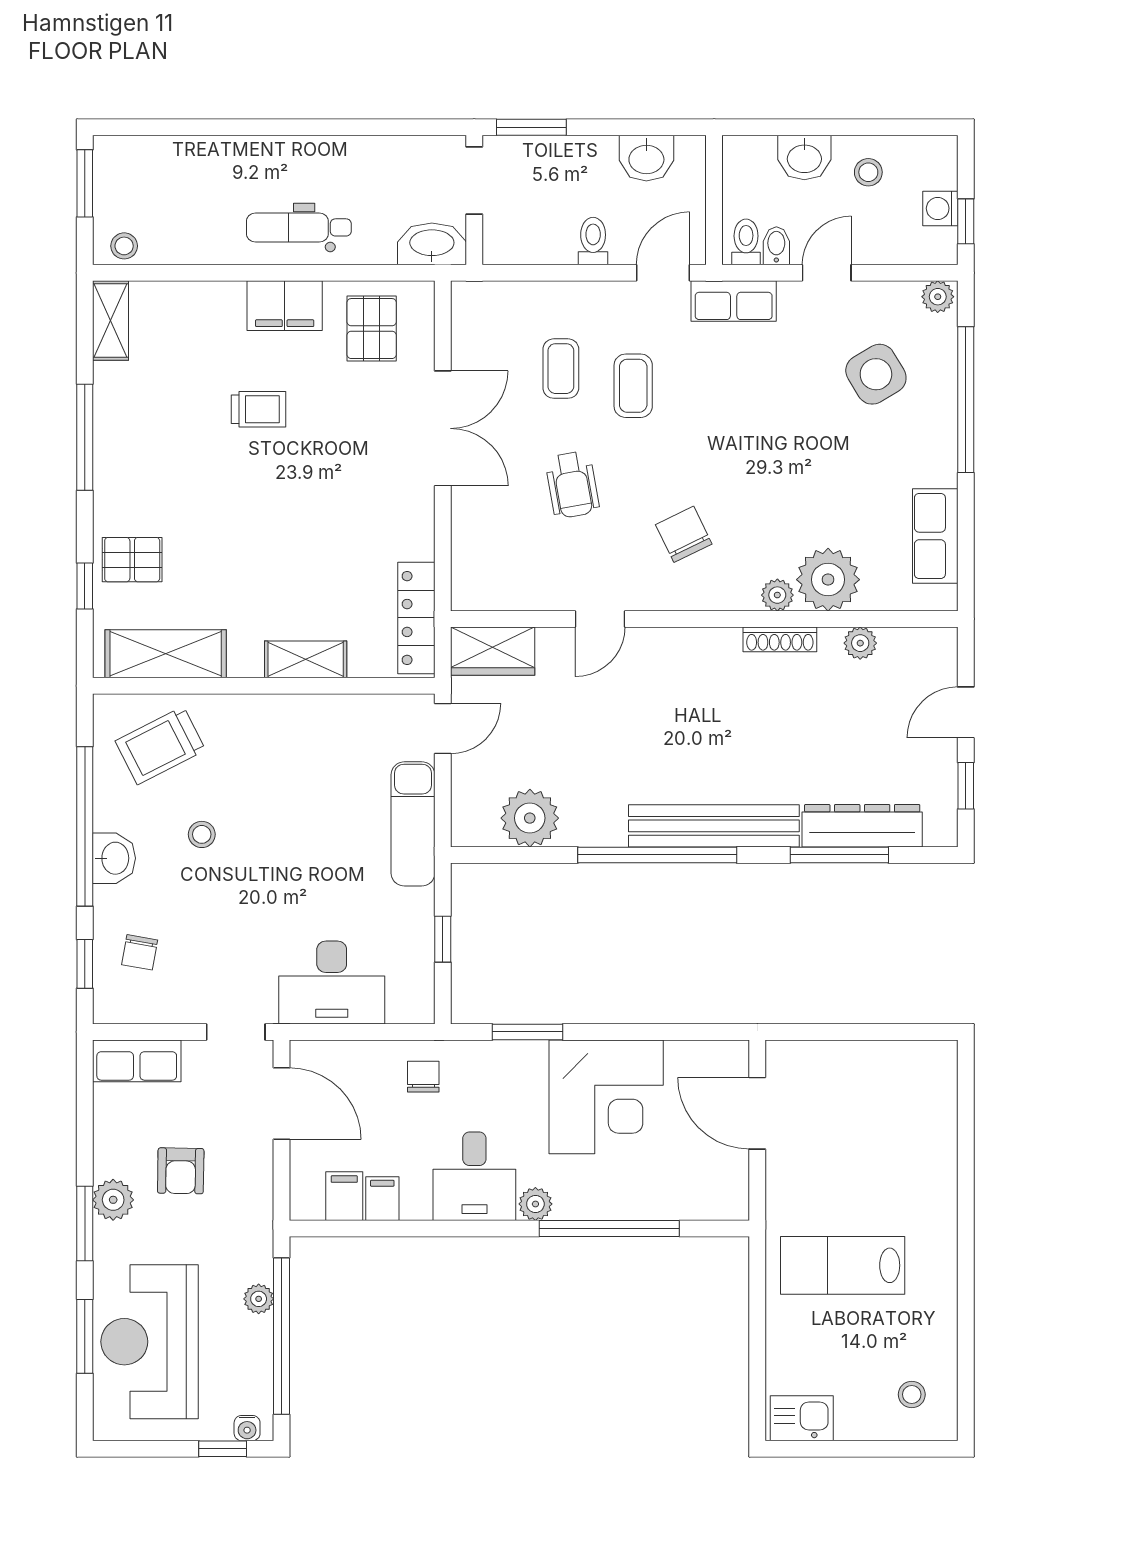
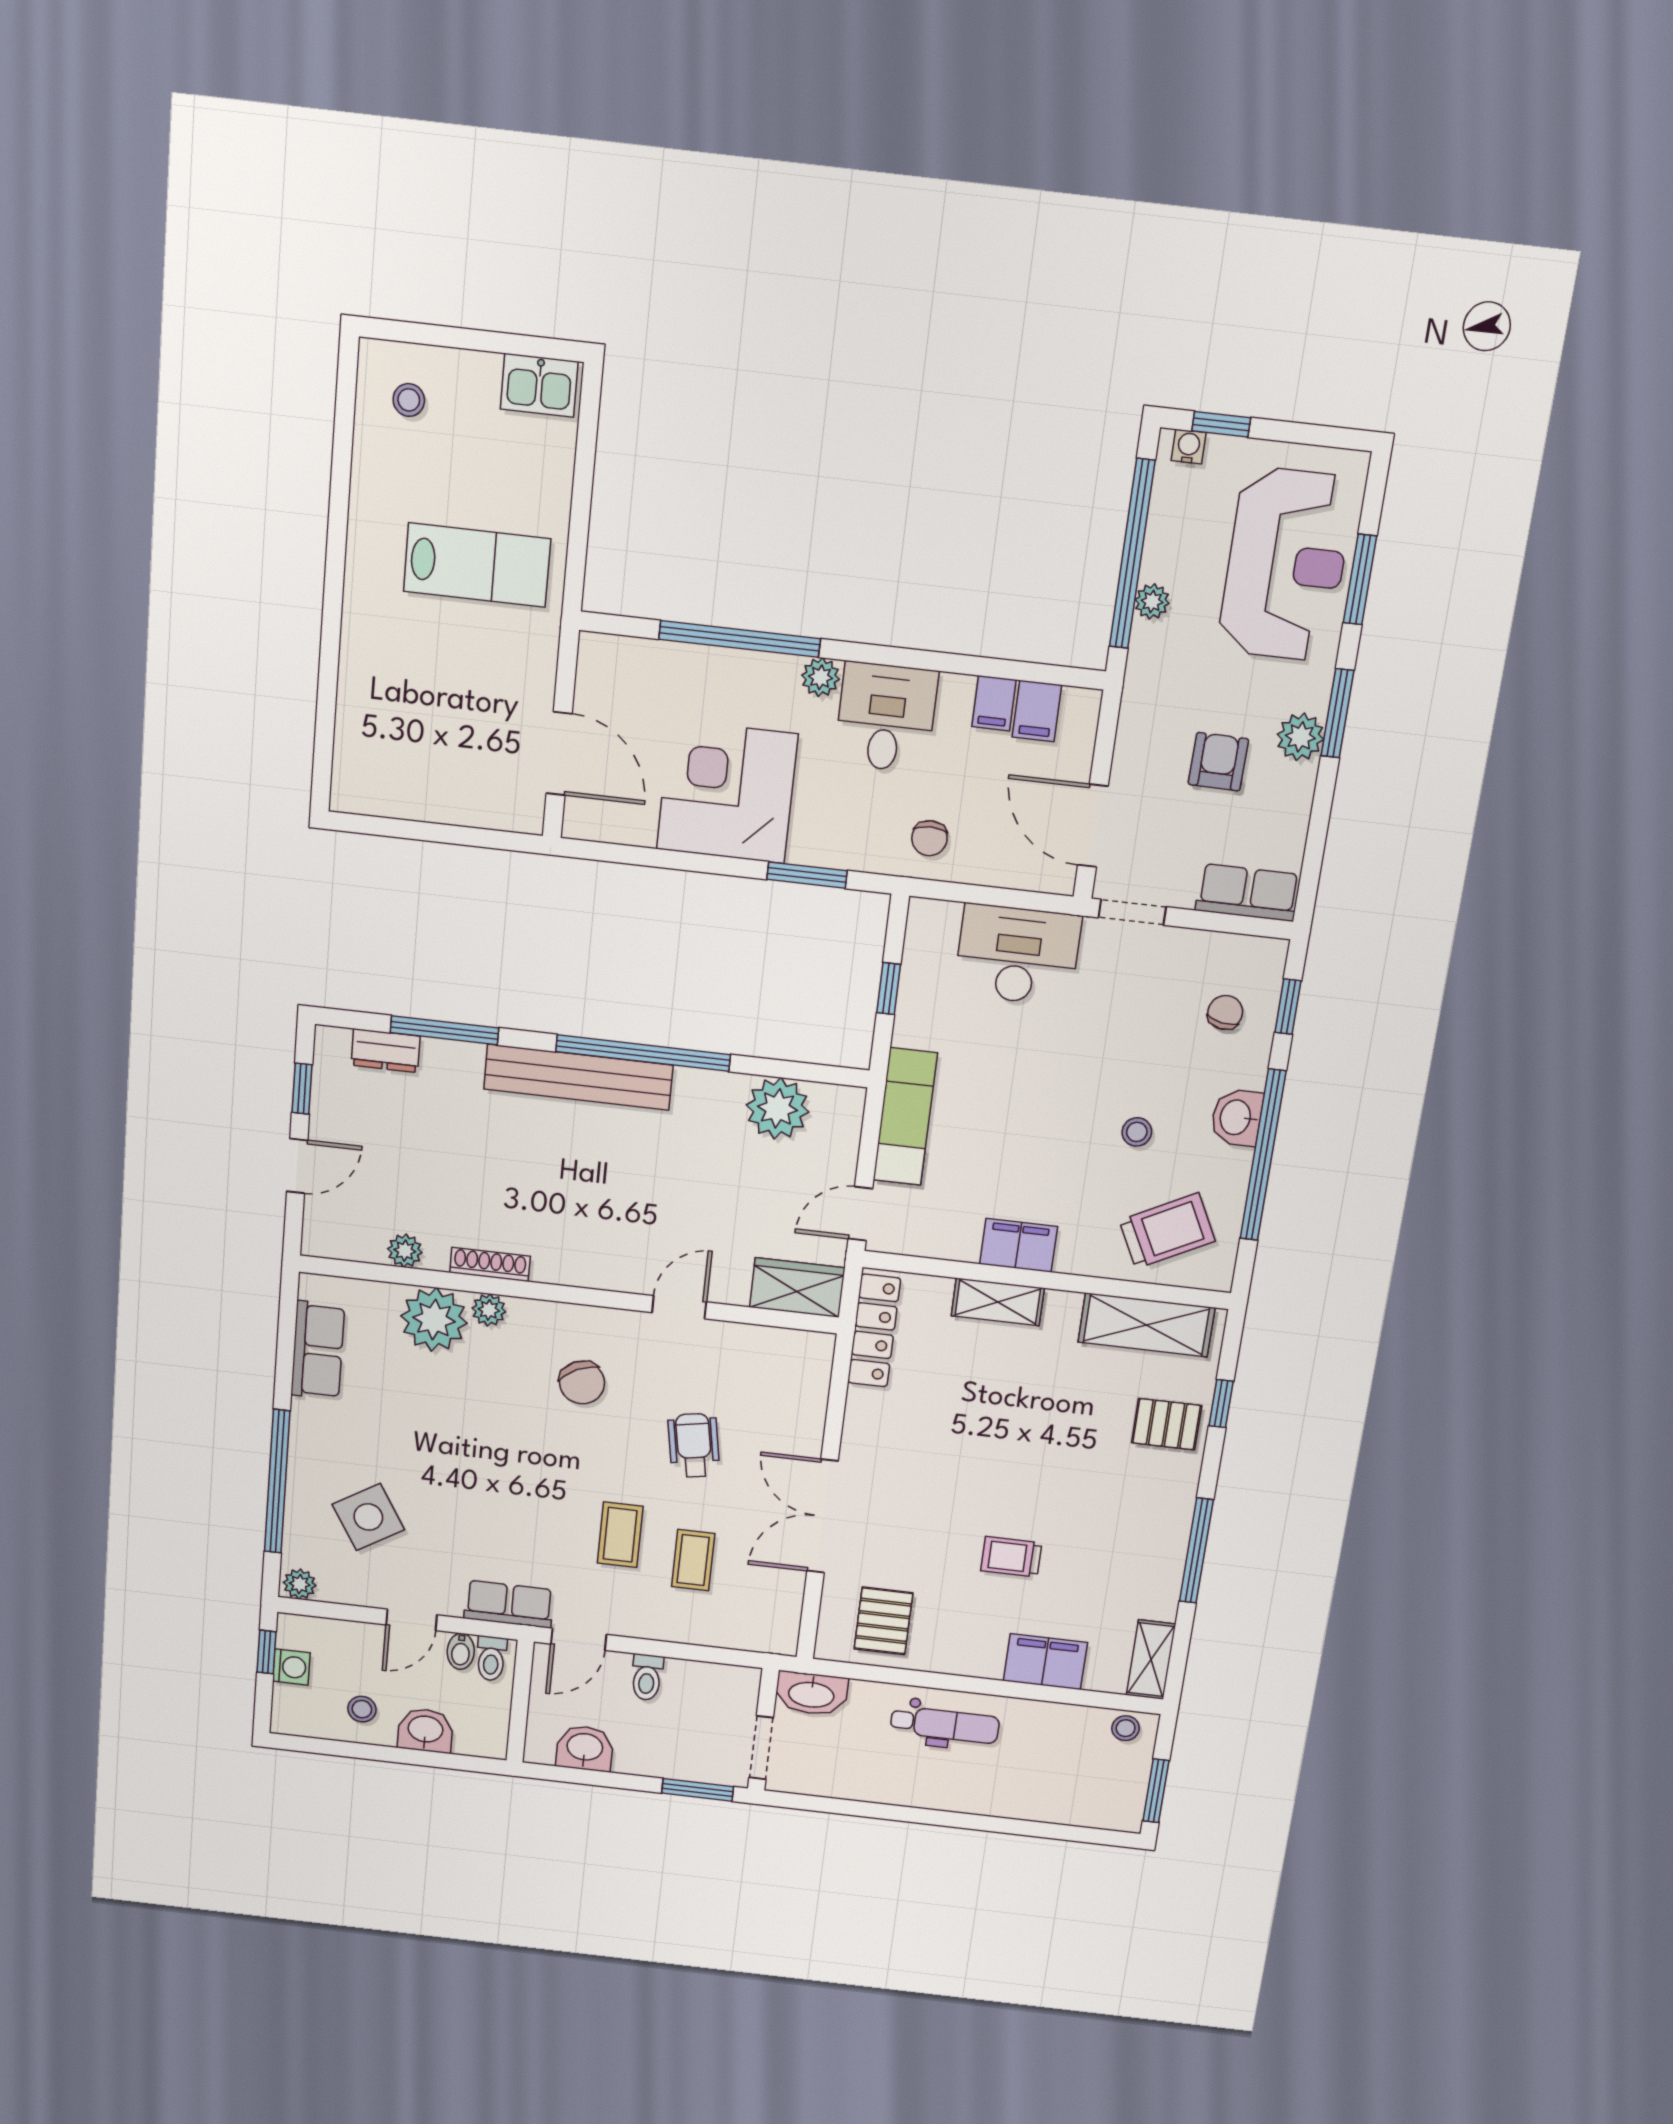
filing cabinet: (285, 306) -> (1045, 1662), moved
filing cabinet: (294, 716) -> (1019, 1245), added
dresser: (862, 826) -> (386, 1051), width x0.51, depth x0.80

